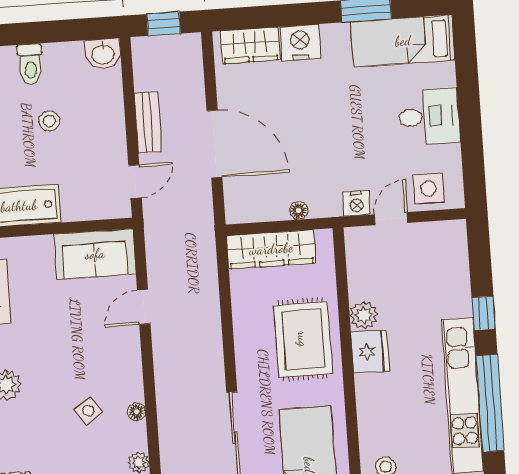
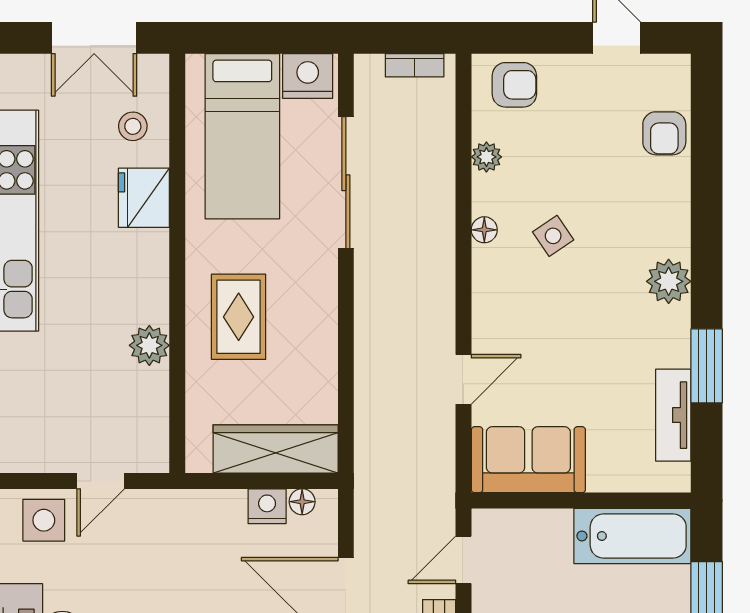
nightstand: (356, 203) -> (267, 506), moved
floor lamp: (299, 211) -> (302, 502), moved
rug: (303, 339) -> (239, 317), width x0.73, depth x0.70
fridge: (370, 352) -> (144, 198), moved

